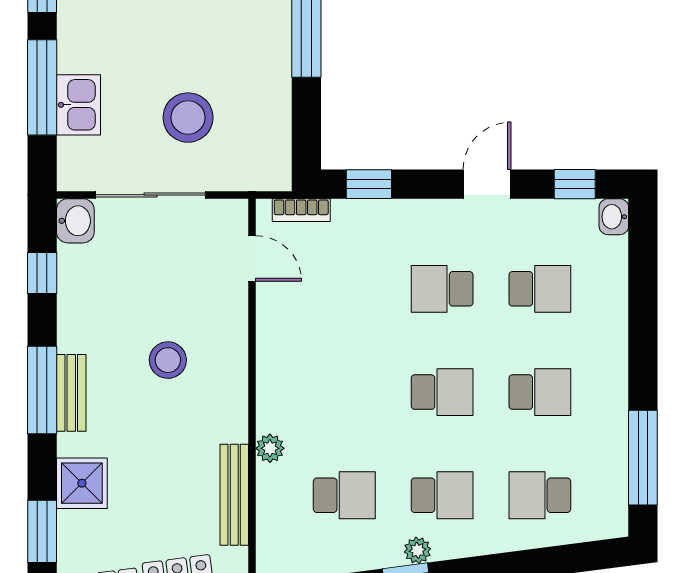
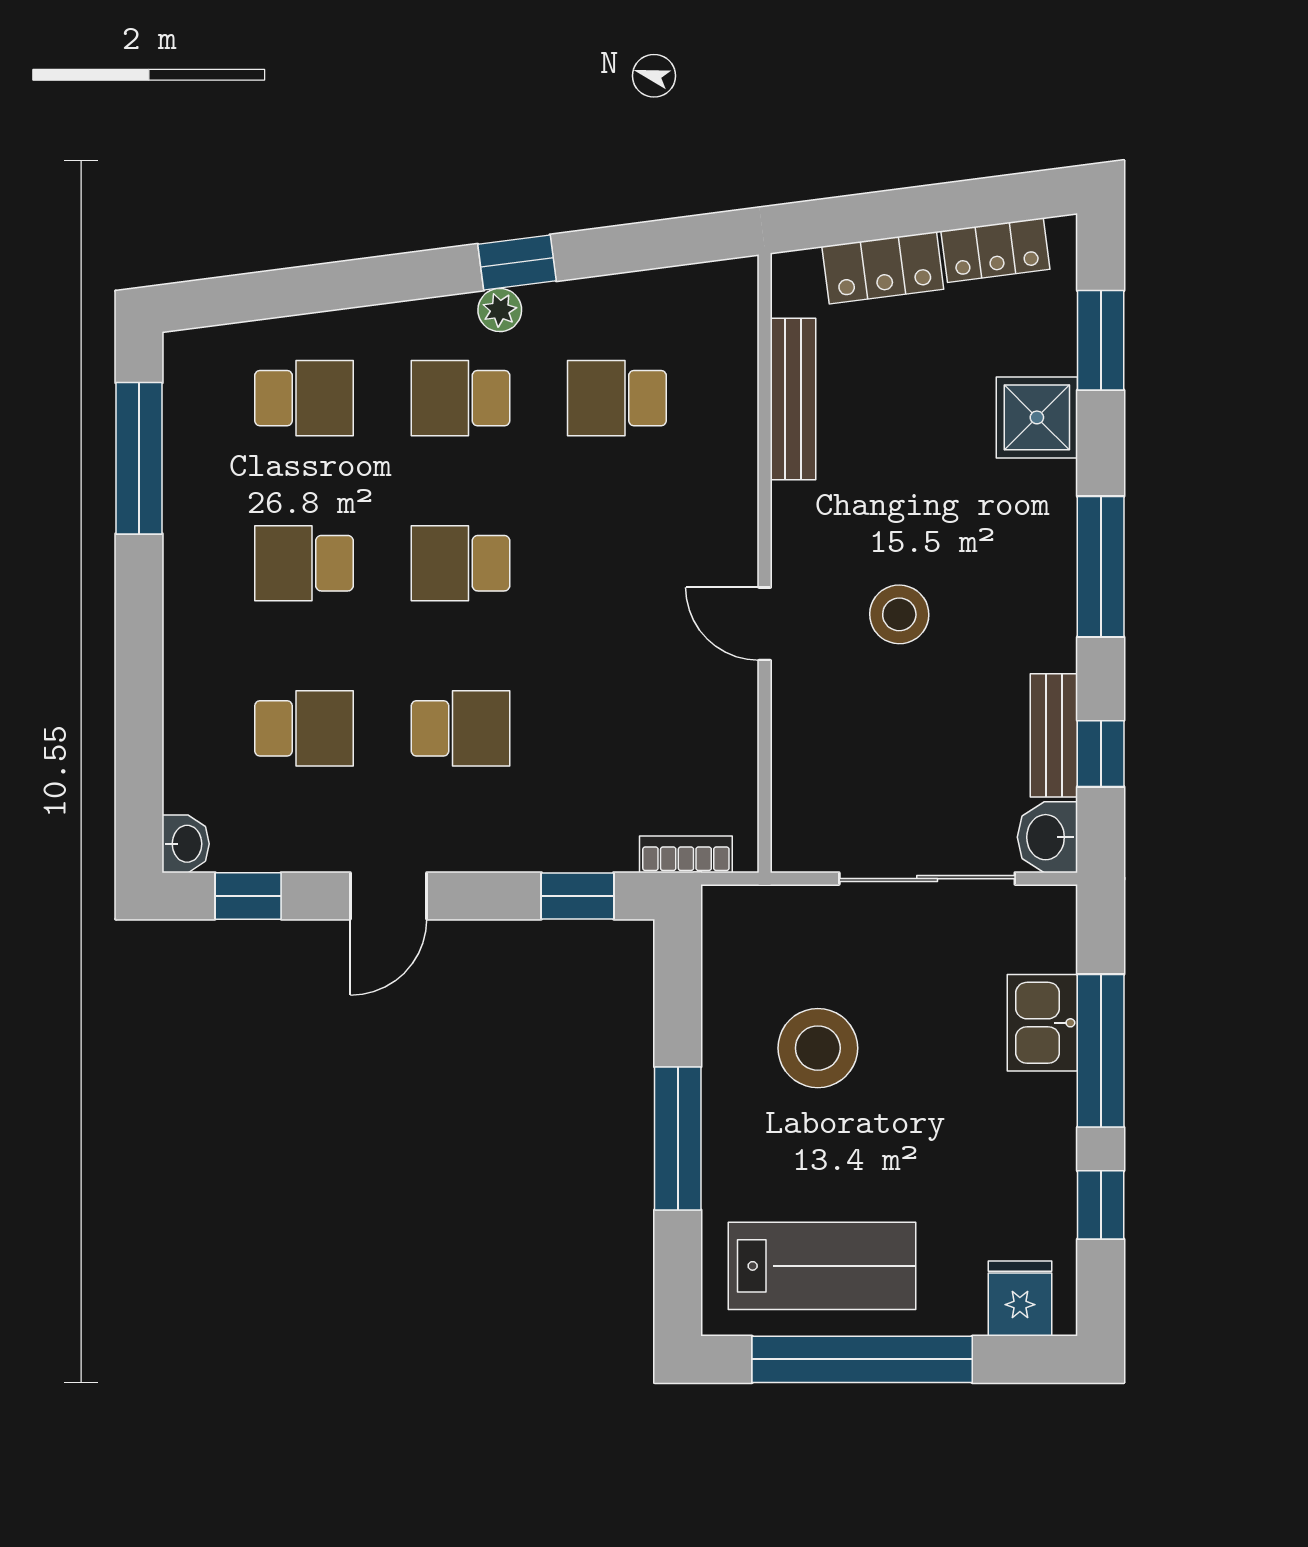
stool: (188, 118) -> (818, 1048), moved
door: (252, 258) -> (765, 624), moved
school desk: (540, 289) -> (304, 728), turned 180
bench: (71, 393) -> (1054, 735), moved
plant: (270, 448) -> (736, 473), removed

